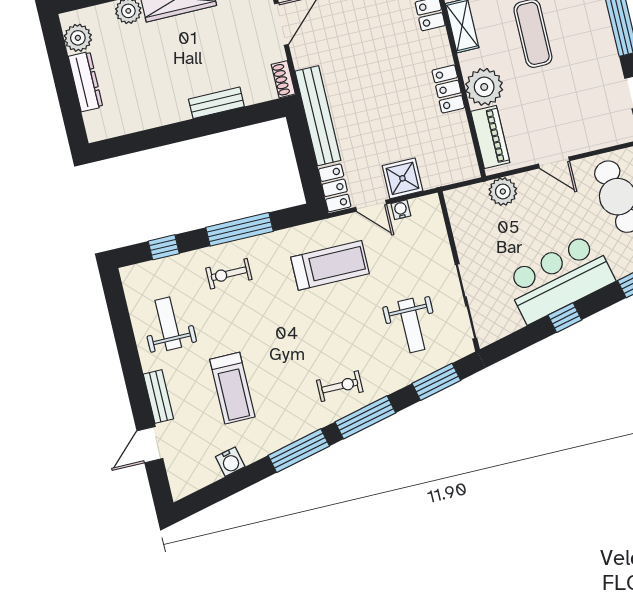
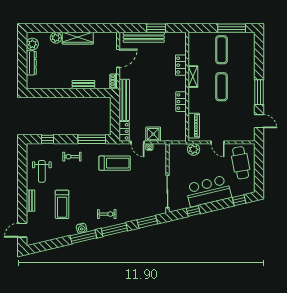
plant: (484, 87) -> (196, 104), removed
window: (240, 229) -> (92, 139), moved
window: (565, 318) -> (193, 211), moved
weight bench: (168, 324) -> (42, 171), turned 180
weight bench: (411, 325) -> (142, 196), removed
door: (150, 445) -> (22, 230), moved
water cooler: (230, 462) -> (82, 228), moved

